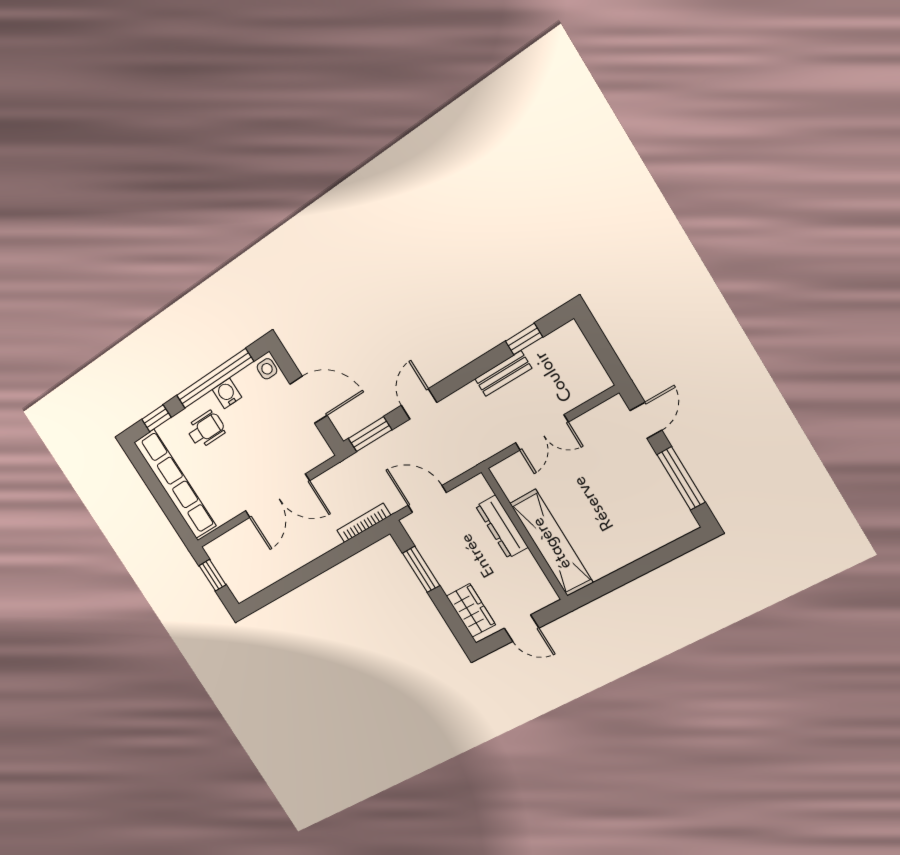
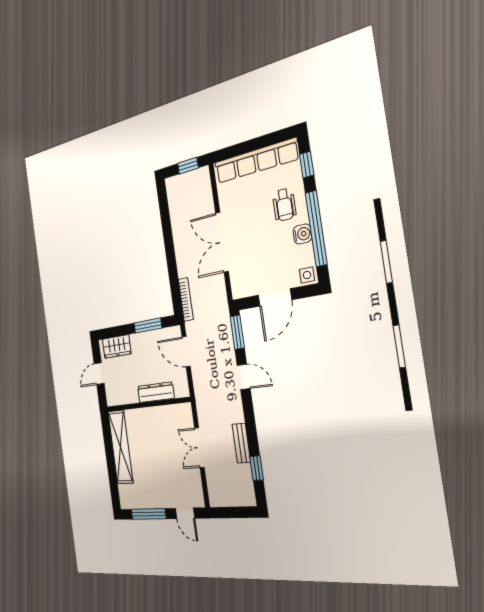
door: (427, 499) -> (186, 352), swing flipped
shelving: (552, 543) -> (120, 447), moved, turned 90

